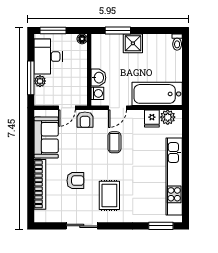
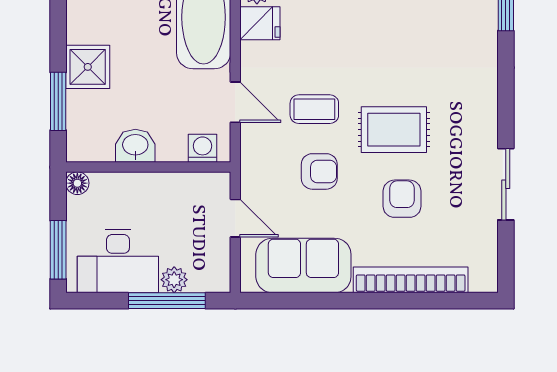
washbasin: (98, 78) -> (135, 146), moved
armchair: (85, 120) -> (319, 171), moved
rug: (109, 195) -> (394, 130), moved

